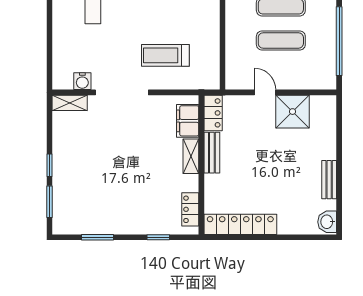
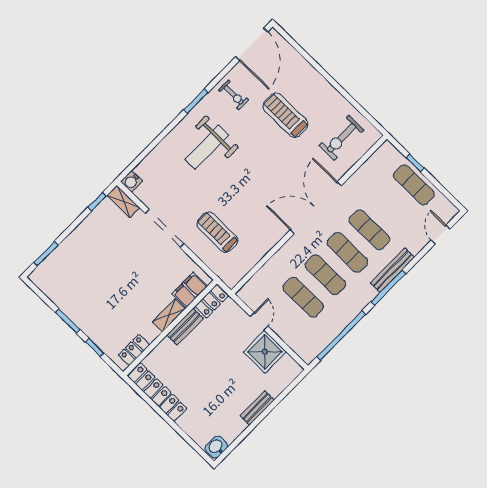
water cooler: (82, 81) -> (132, 181), moved
window: (50, 165) -> (97, 202), moved
bench: (329, 180) -> (257, 408), moved
window: (98, 237) -> (68, 321), moved

